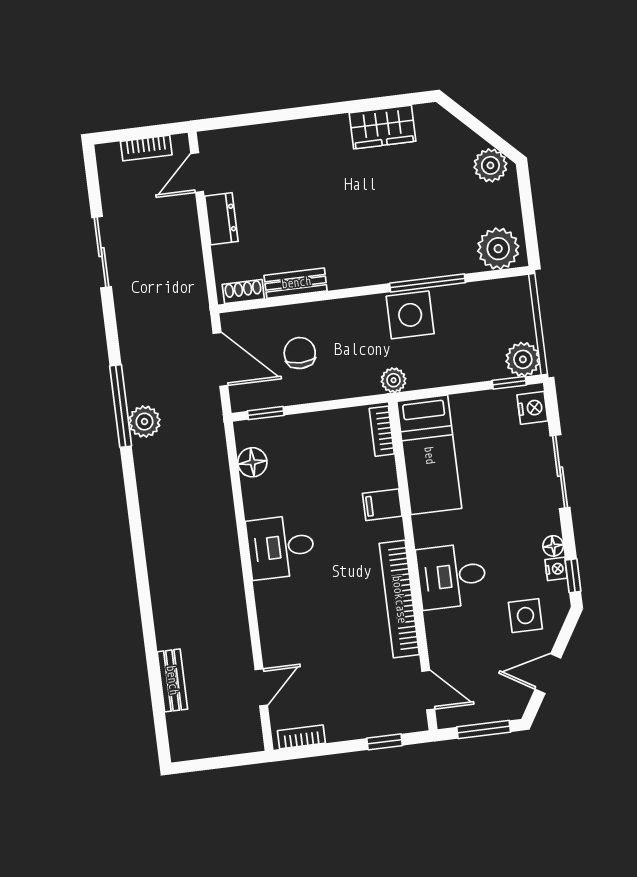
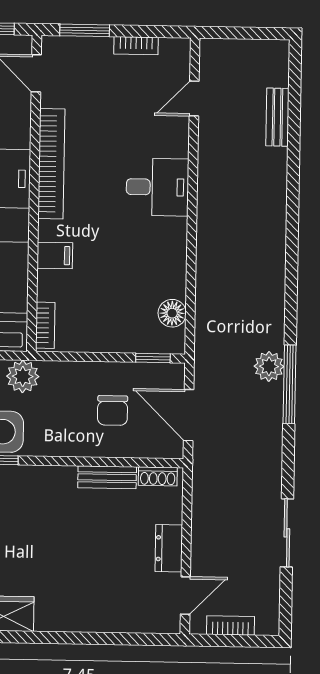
plant: (394, 380) -> (23, 376), width x1.38, depth x1.38
desk: (281, 547) -> (157, 187), moved
bookcase: (301, 737) -> (136, 46), moved
window: (385, 742) -> (85, 30), width x1.50

